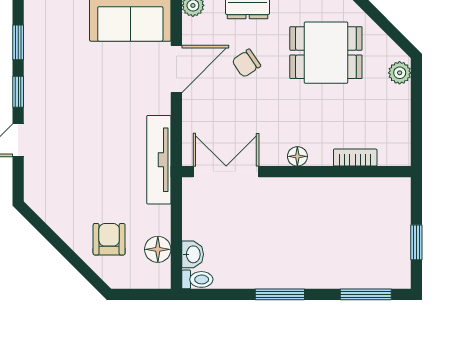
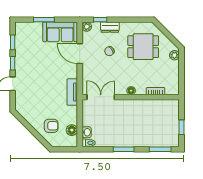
door: (176, 69) -> (80, 54), swing flipped
tv unit: (159, 160) -> (72, 92), width x0.71
armchair: (109, 239) -> (51, 126), turned 90

